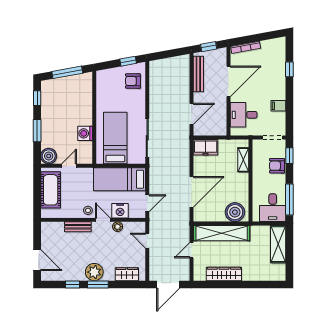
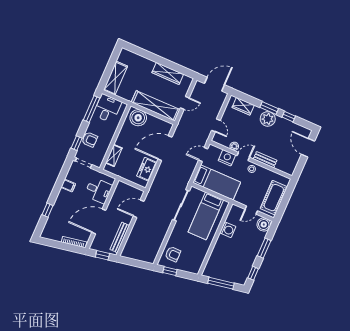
freezer: (206, 147) -> (147, 169), moved, turned -90
door: (103, 220) -> (243, 156), swing flipped

